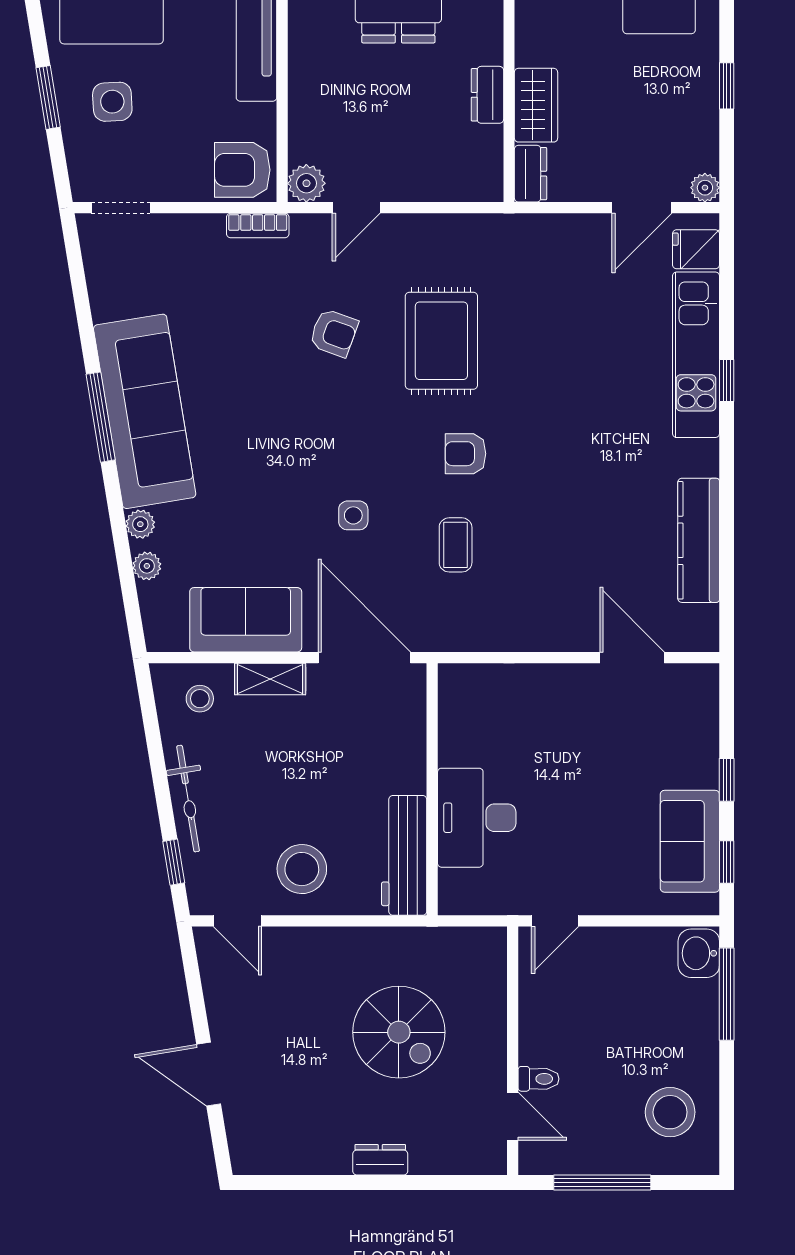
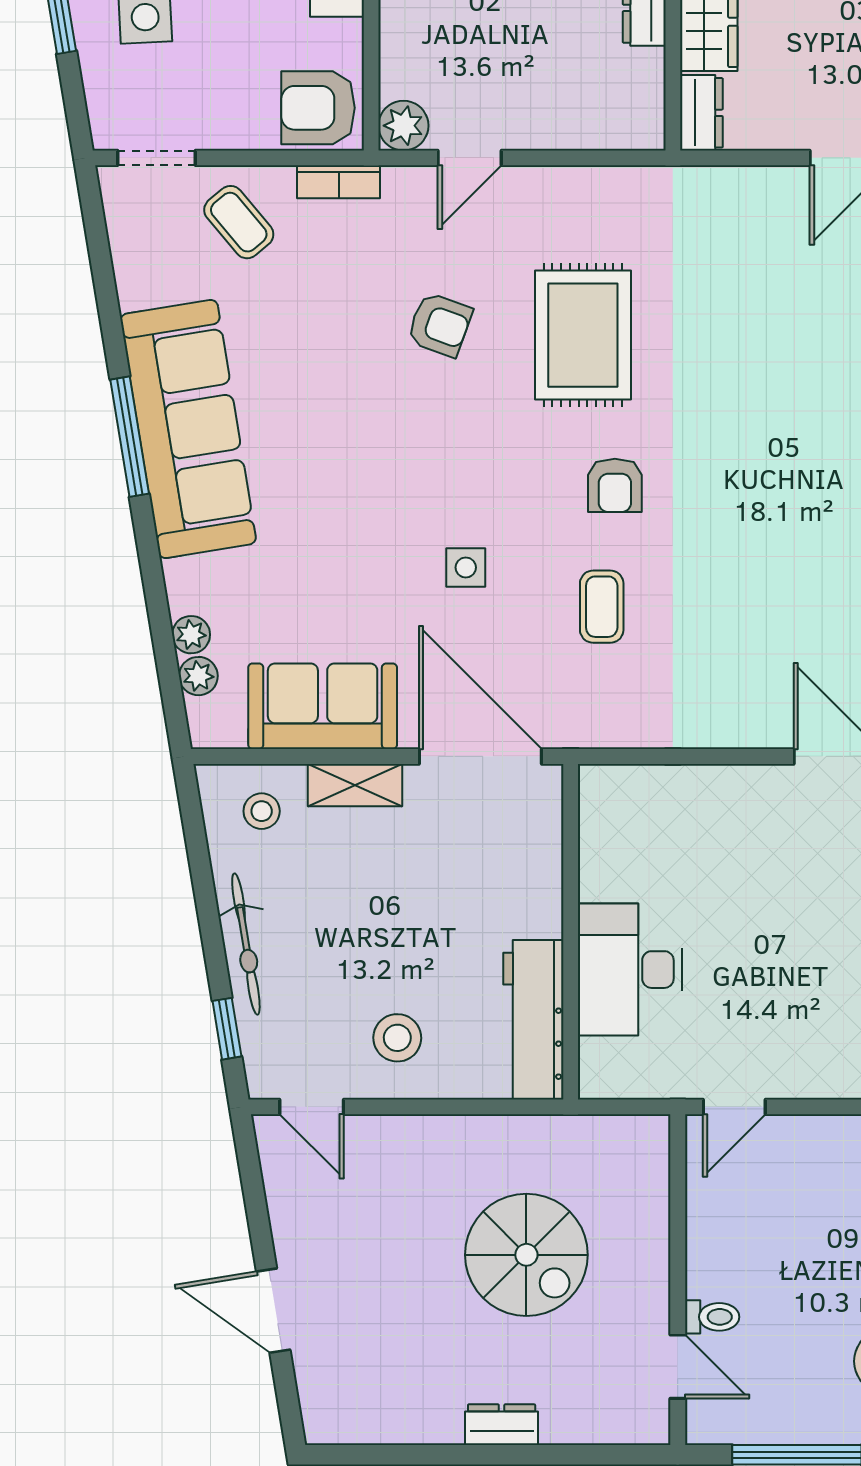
coffee table: (183, 256) -> (239, 222), added
armchair: (465, 454) -> (615, 485), turned -90
plant: (140, 524) -> (198, 676), moved
stool: (302, 869) -> (397, 1038), width x0.73, depth x0.73

